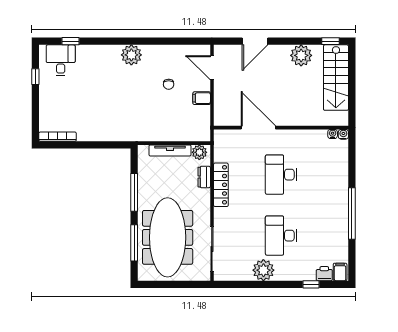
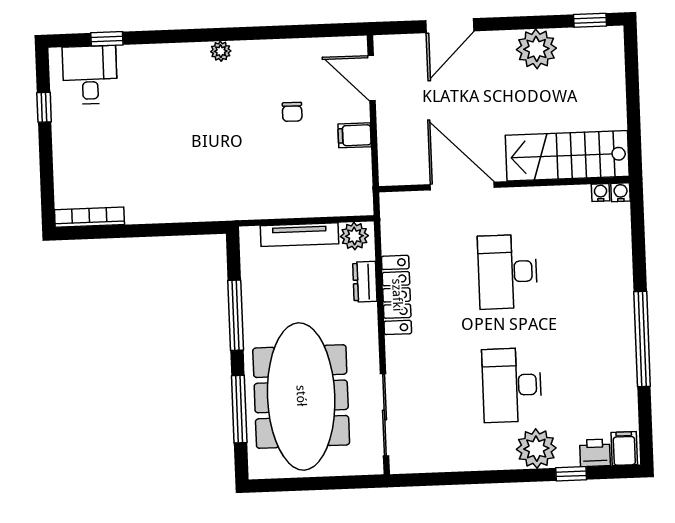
plant: (131, 55) -> (221, 51), width x0.53, depth x0.53
stairs: (336, 78) -> (567, 156), moved, turned 90
plant: (263, 270) -> (536, 449), moved

